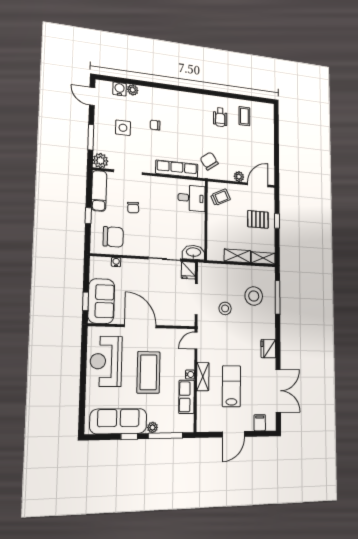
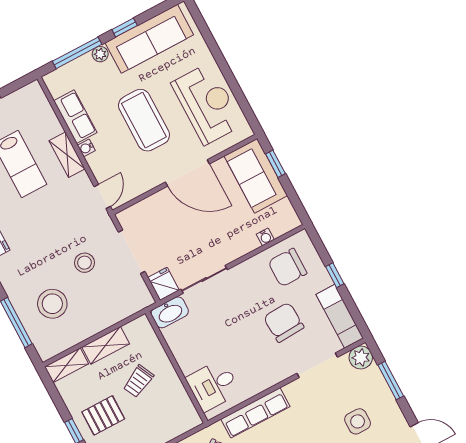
trolley: (220, 197) -> (138, 381), moved
chair: (133, 208) -> (284, 322), width x1.87, depth x1.87

